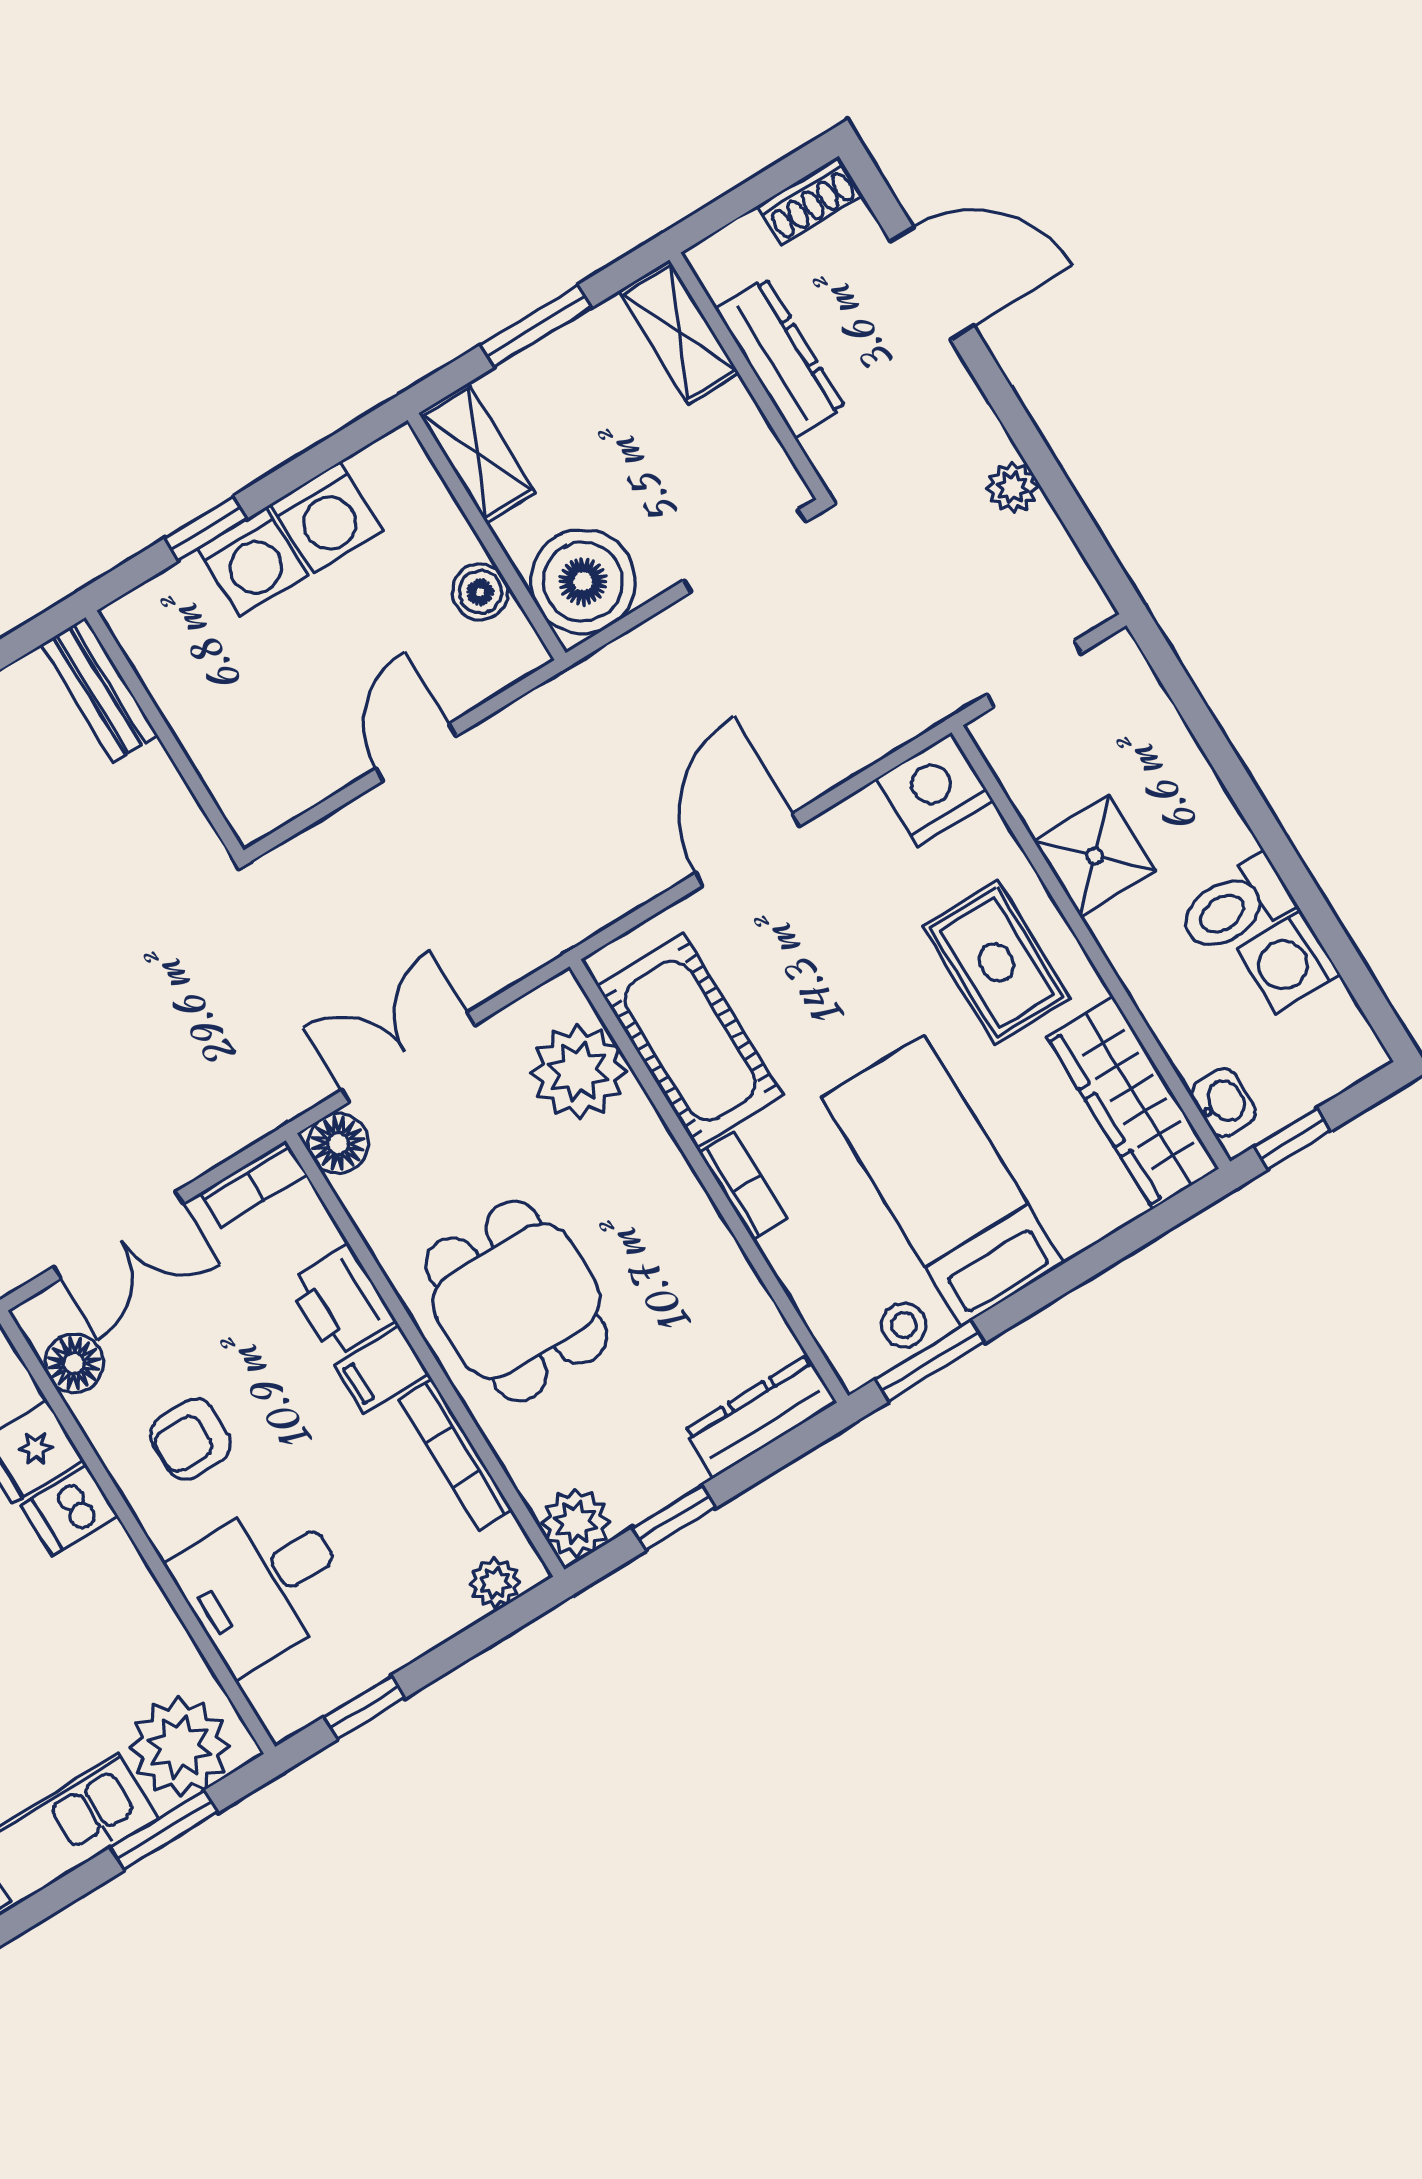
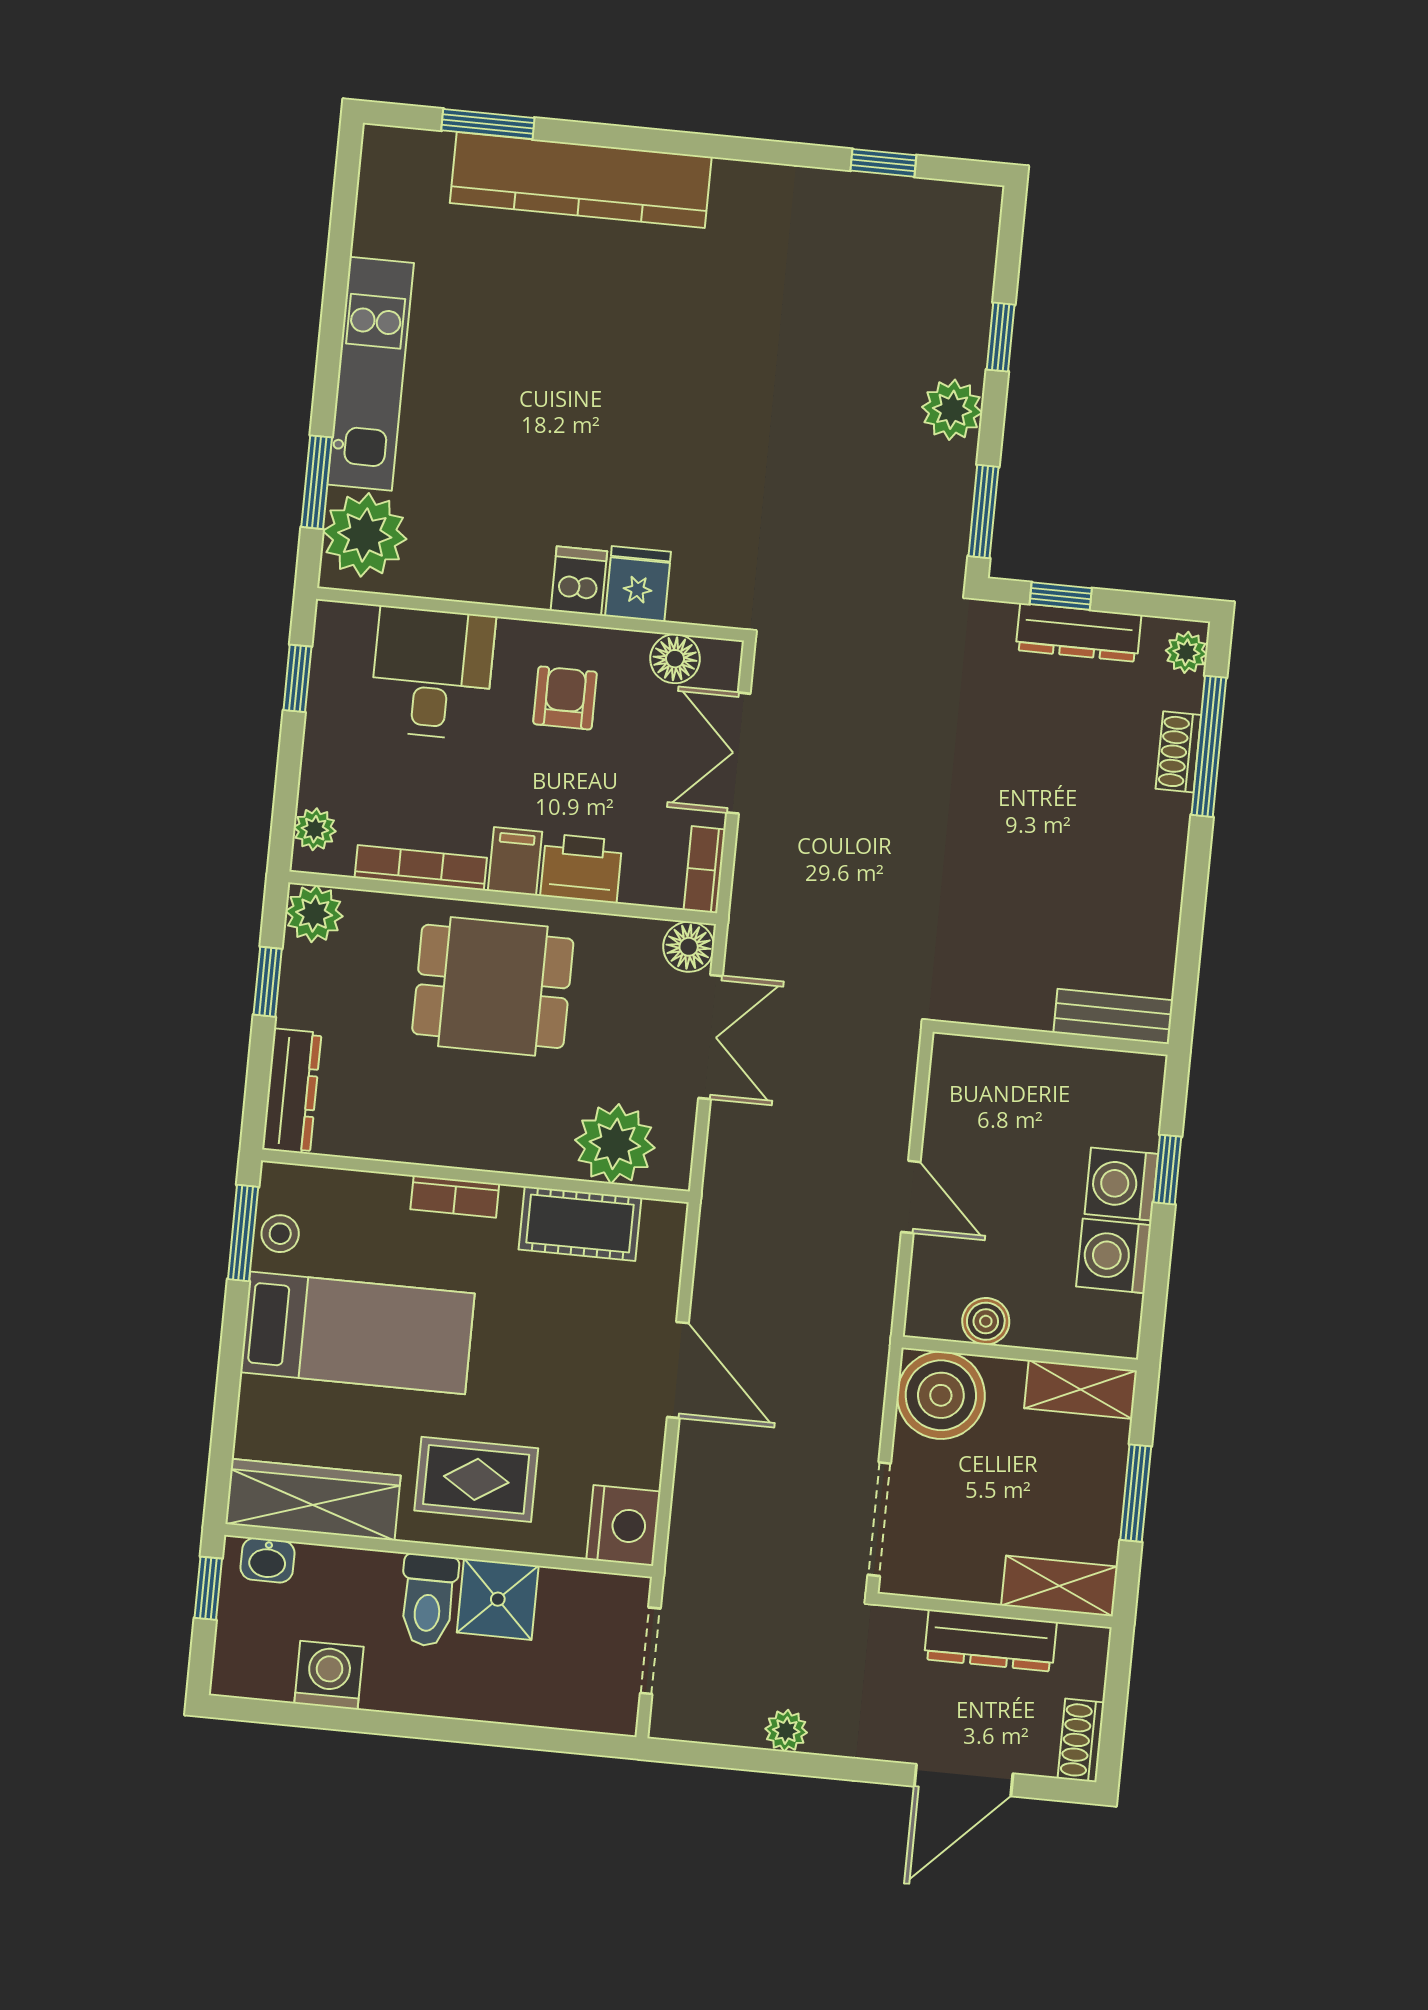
toilet: (1235, 906) -> (428, 1600), moved, turned 180
cot: (690, 1041) -> (580, 1224), width x0.73, depth x0.75

